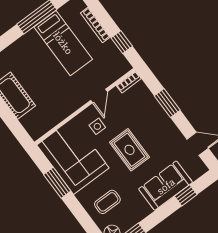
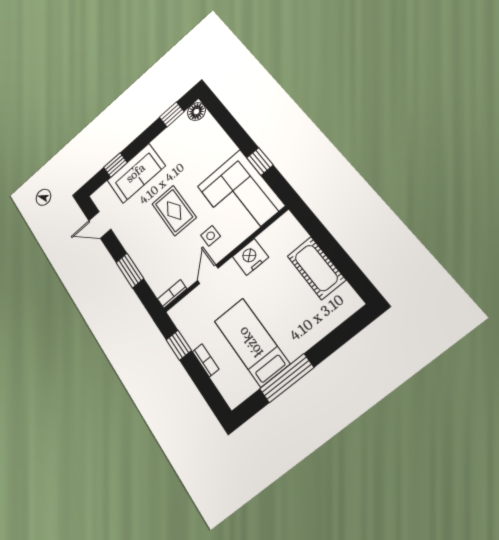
bookcase: (95, 25) -> (206, 360), width x0.64
nightstand: (64, 107) -> (250, 257), added
window: (57, 183) -> (260, 161), width x0.67
coffee table: (107, 202) -> (201, 146), removed

